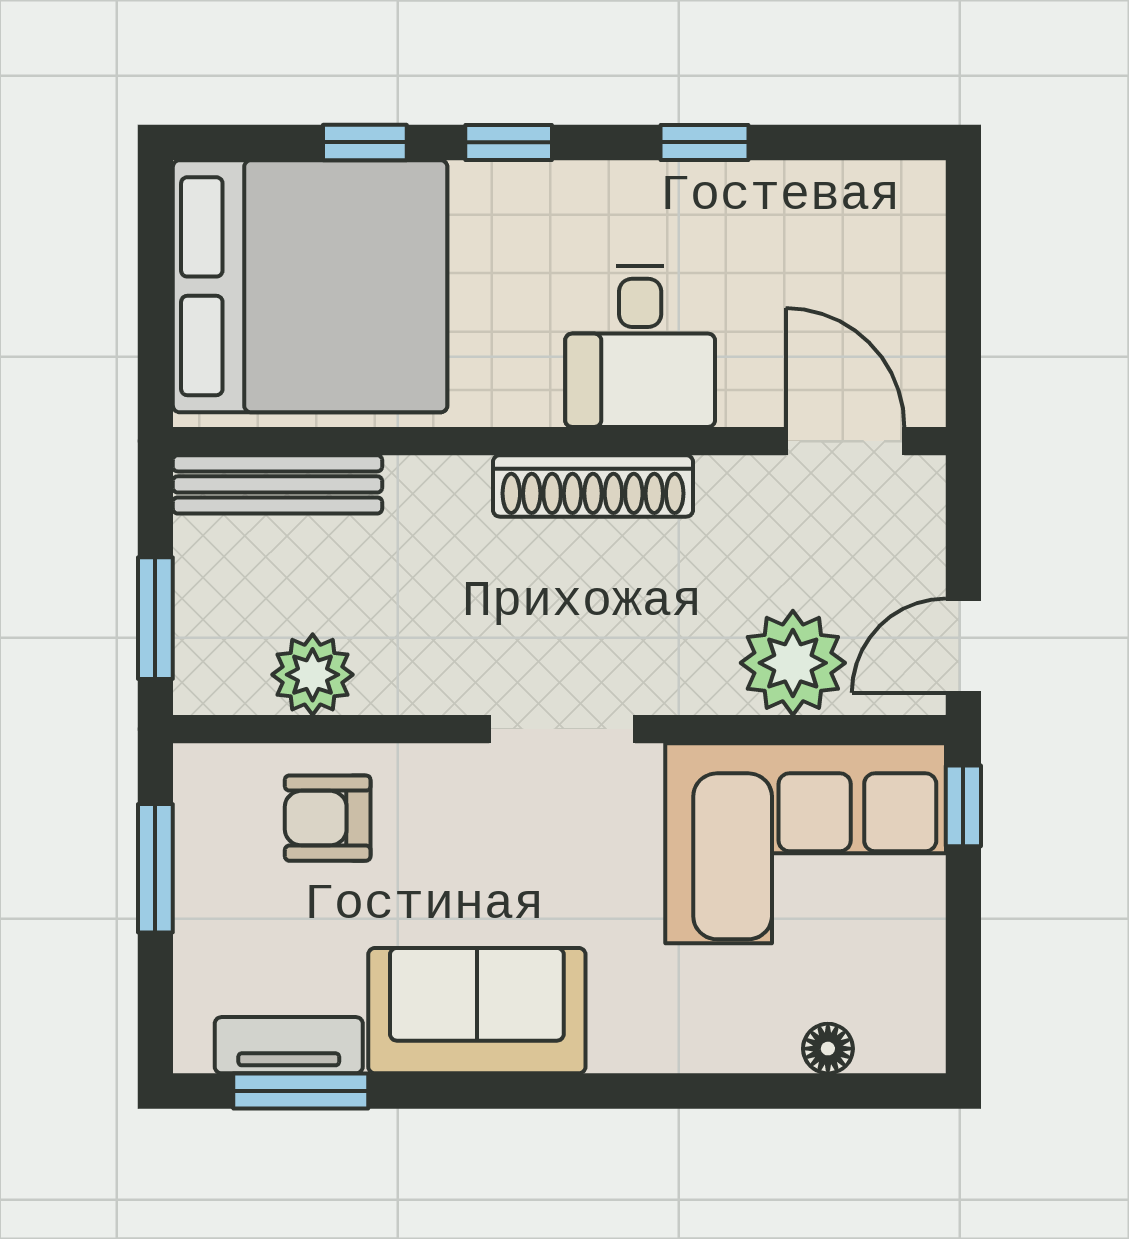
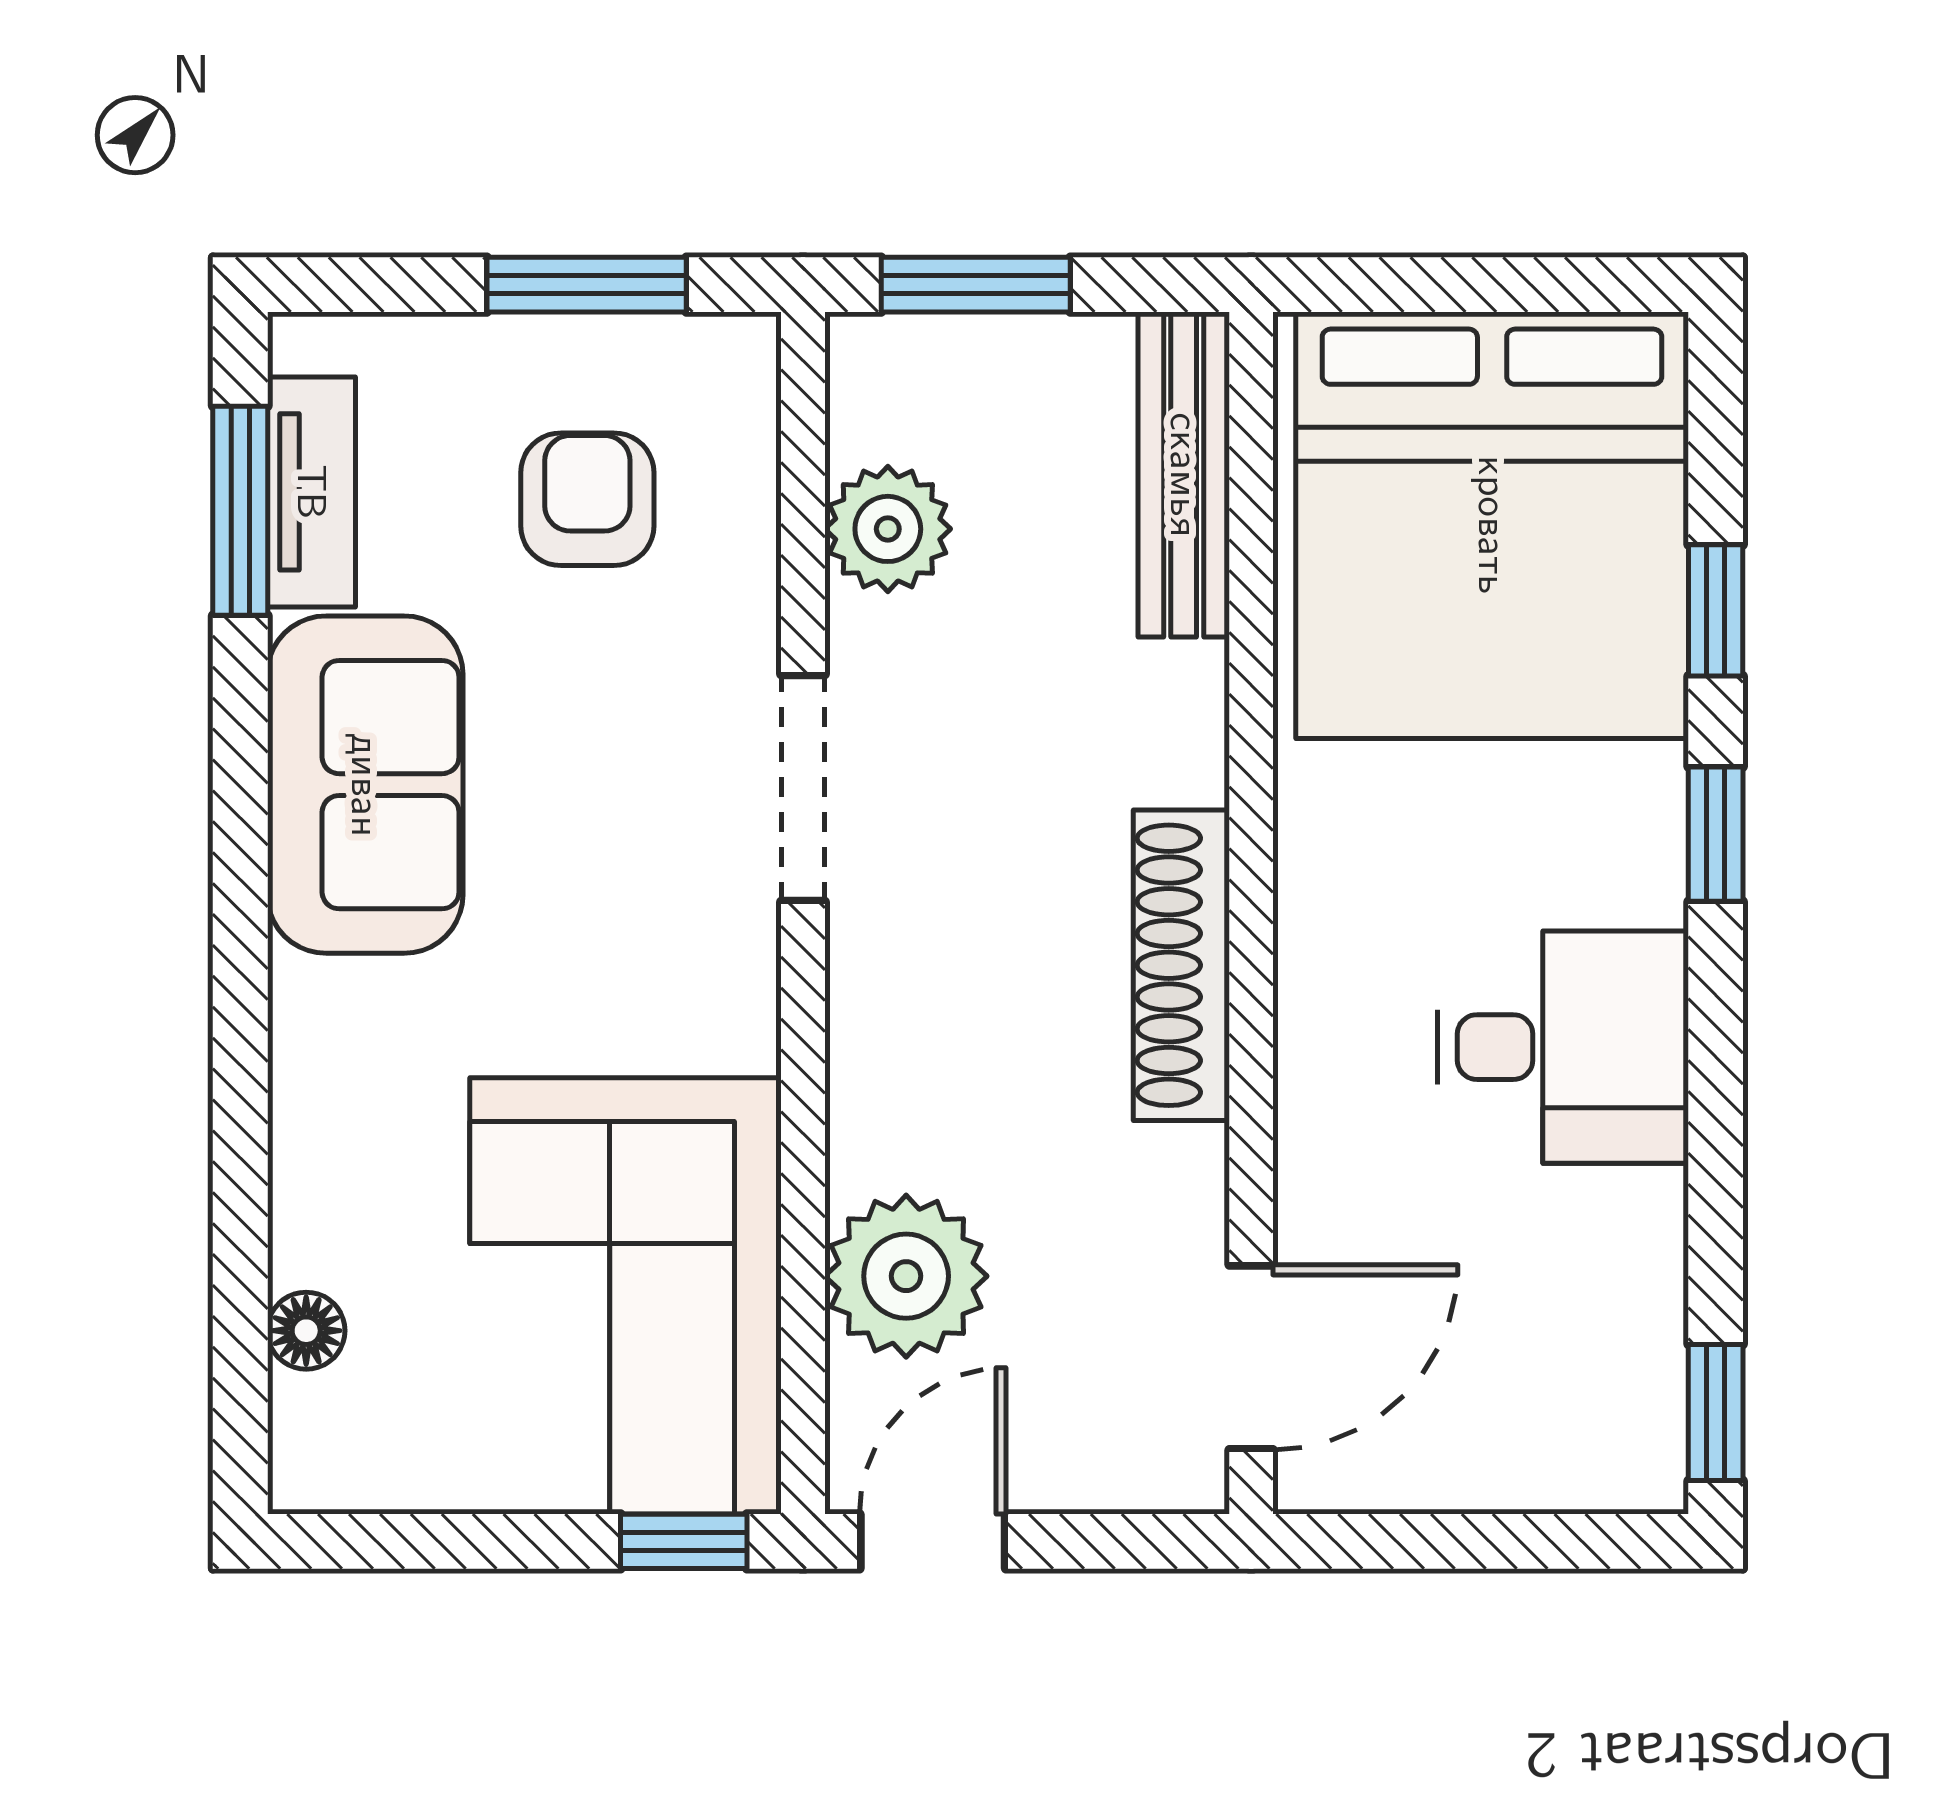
window: (705, 142) -> (1716, 1412), moved
desk: (640, 346) -> (1563, 1047), moved, turned 180
door: (963, 646) -> (933, 1541), hinge flipped
doorway: (562, 729) -> (803, 788), moved
armchair: (328, 818) -> (587, 499), moved

